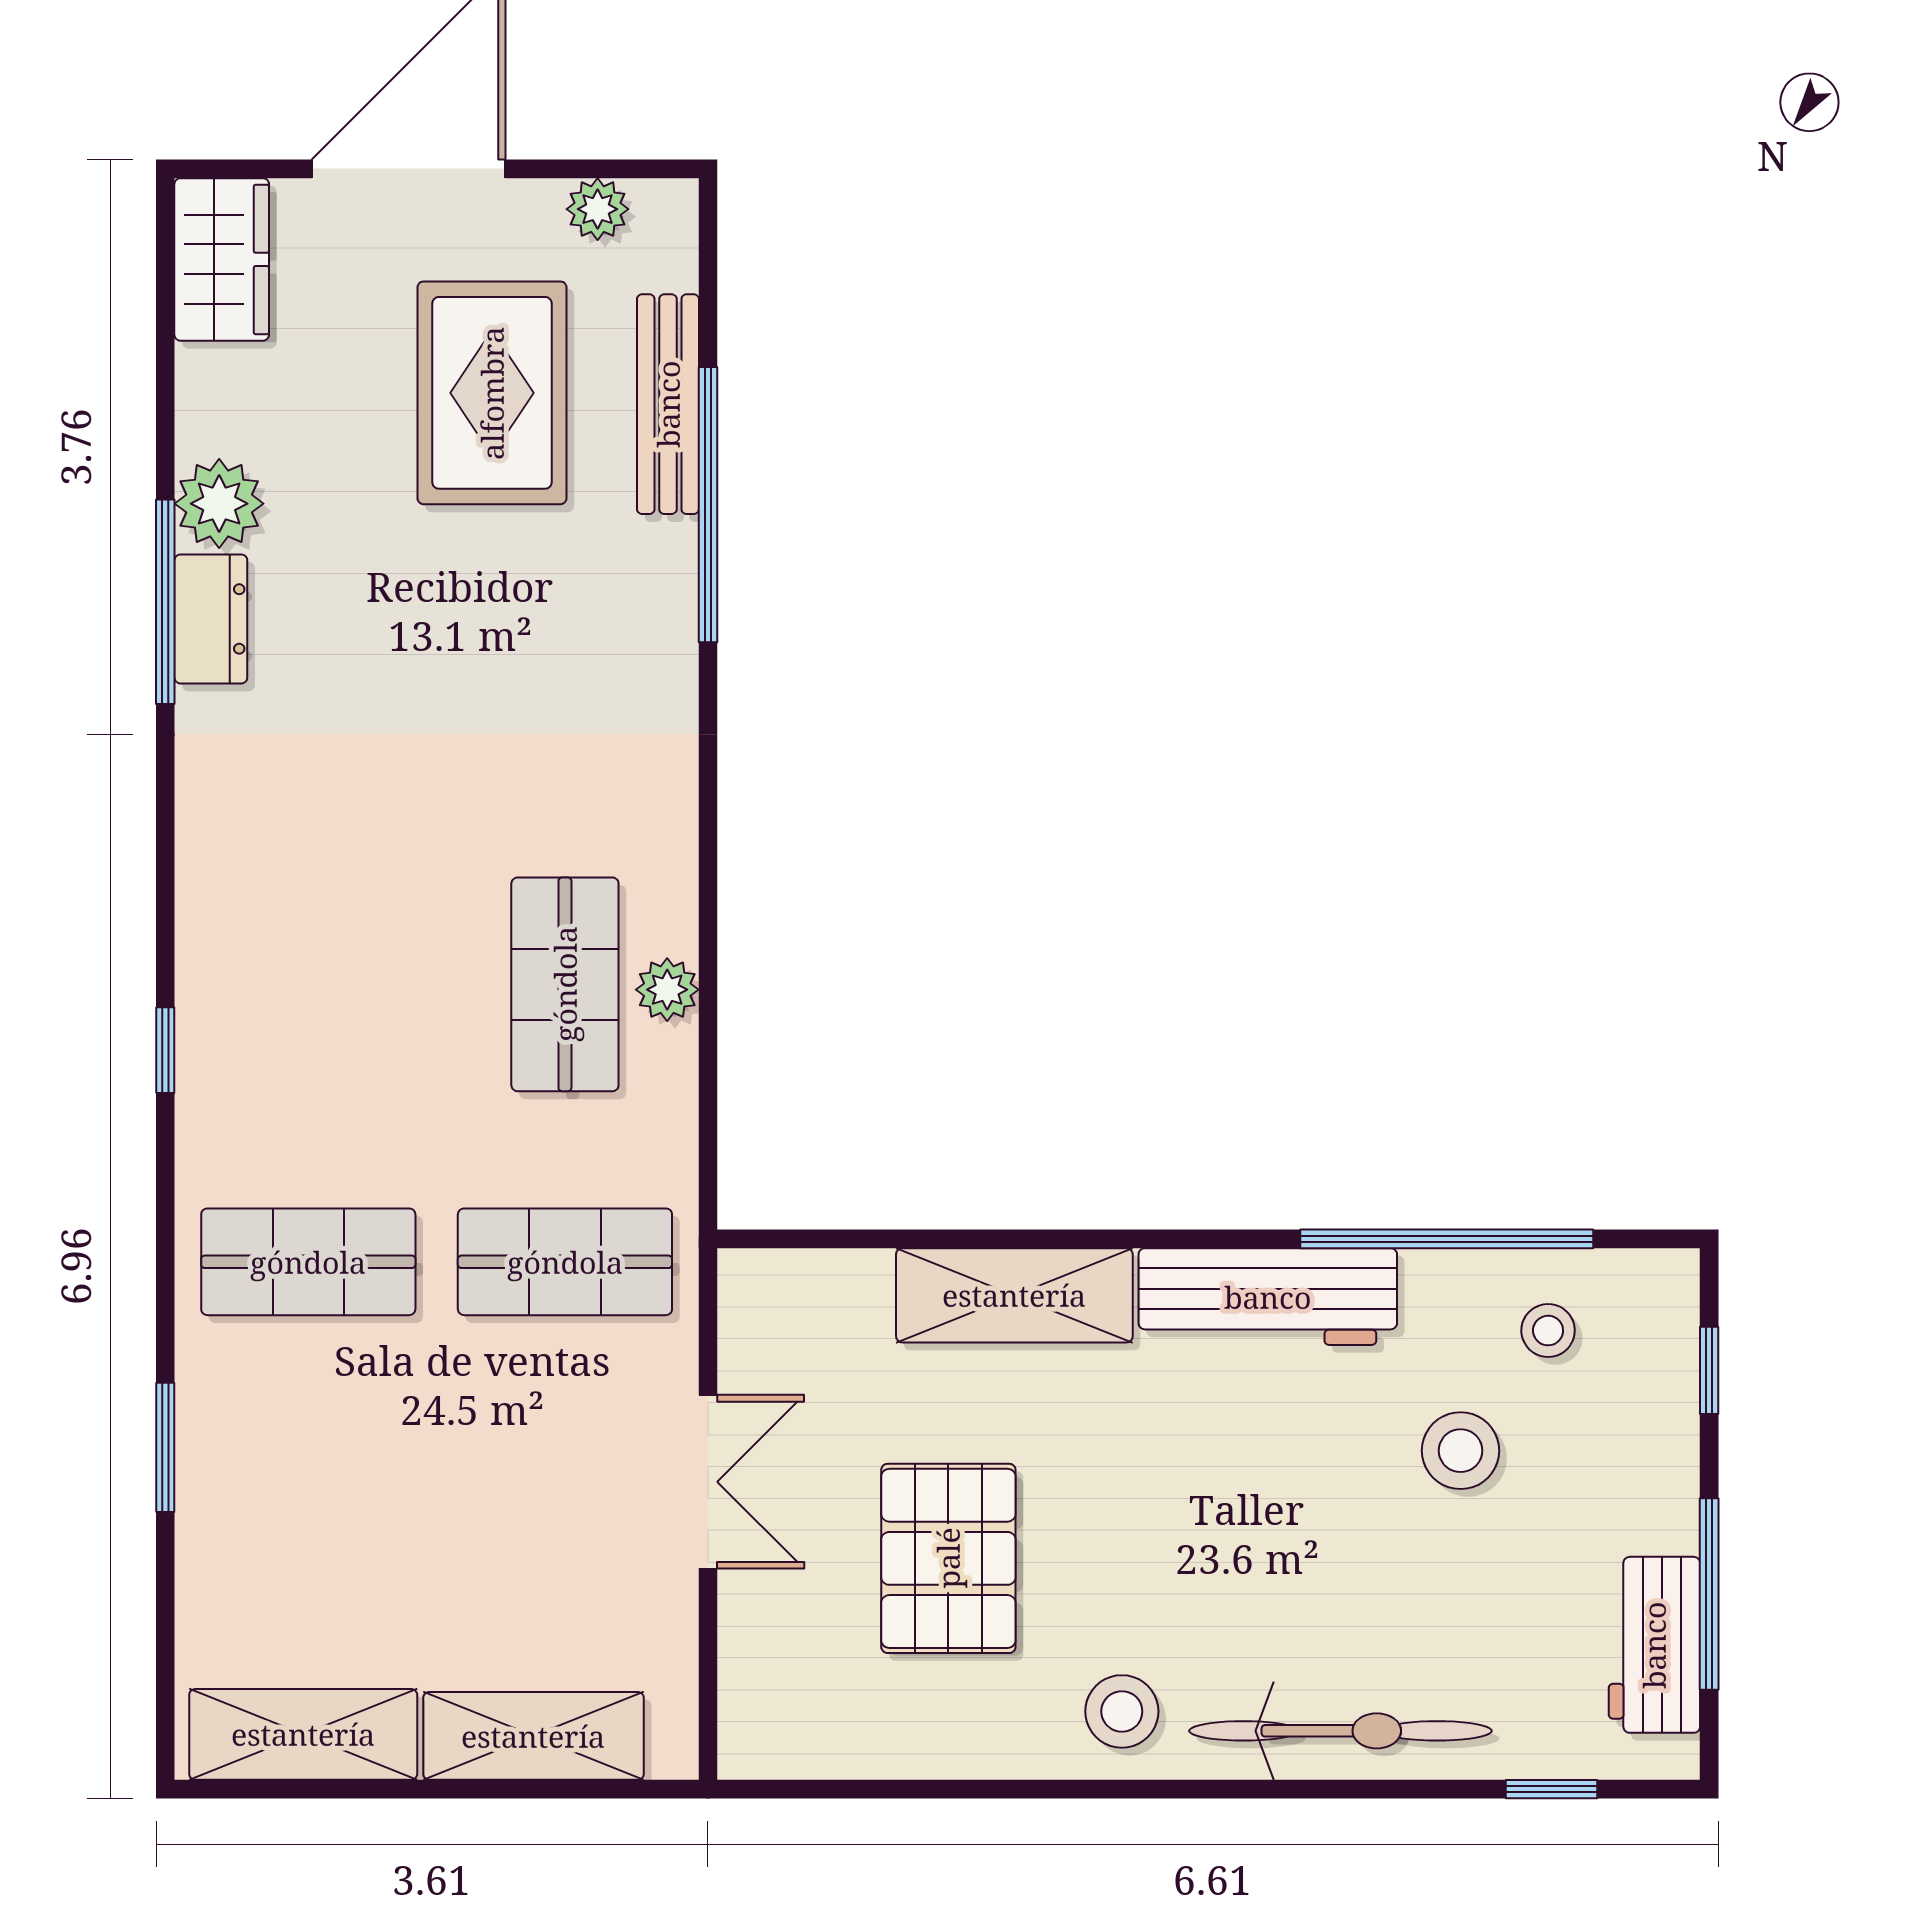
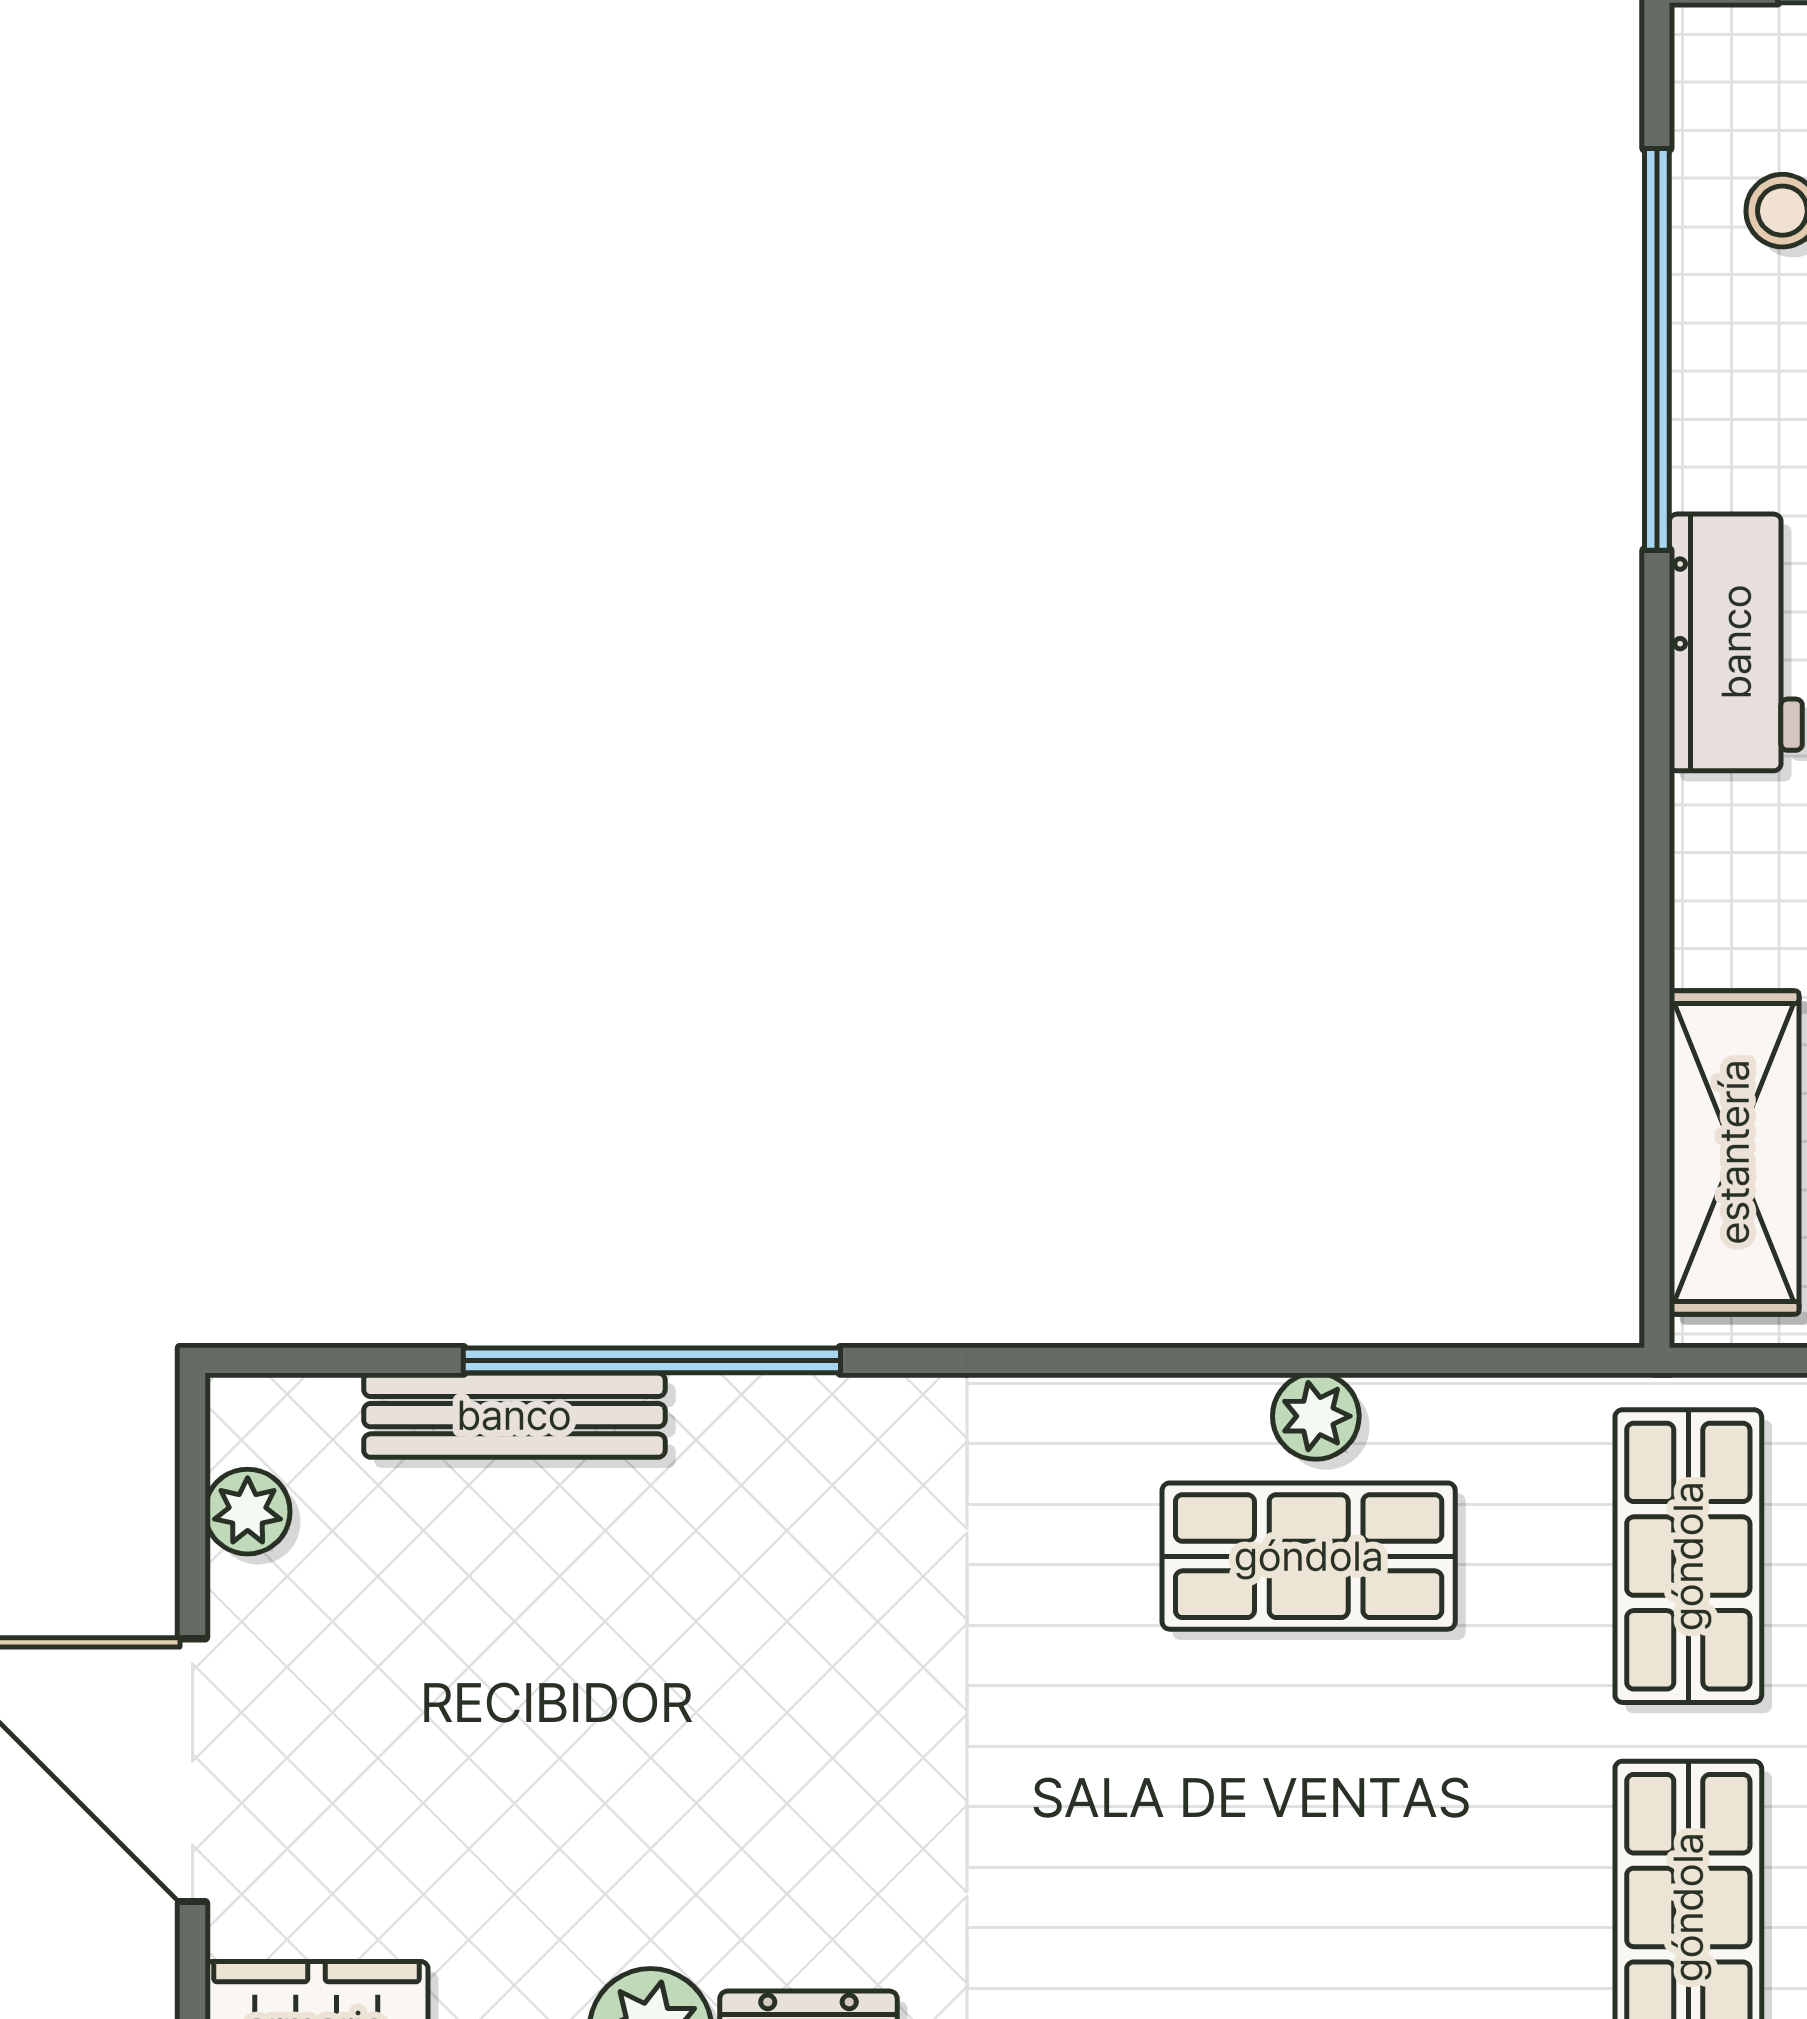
rug: (492, 393) -> (499, 1656), removed
shelving: (1014, 1295) -> (1734, 1152), moved
workbench: (1268, 1297) -> (1736, 642), width x0.73

